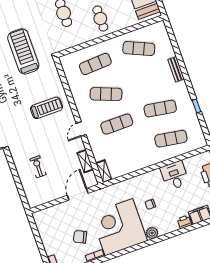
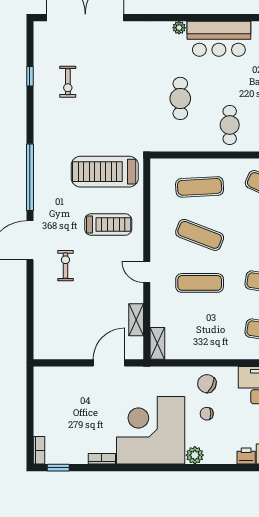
treadmill: (23, 51) -> (105, 172), moved, turned -90
door: (81, 129) -> (147, 272), hinge flipped
exercise bike: (38, 167) -> (65, 266), moved
chair: (80, 237) -> (207, 384), moved

